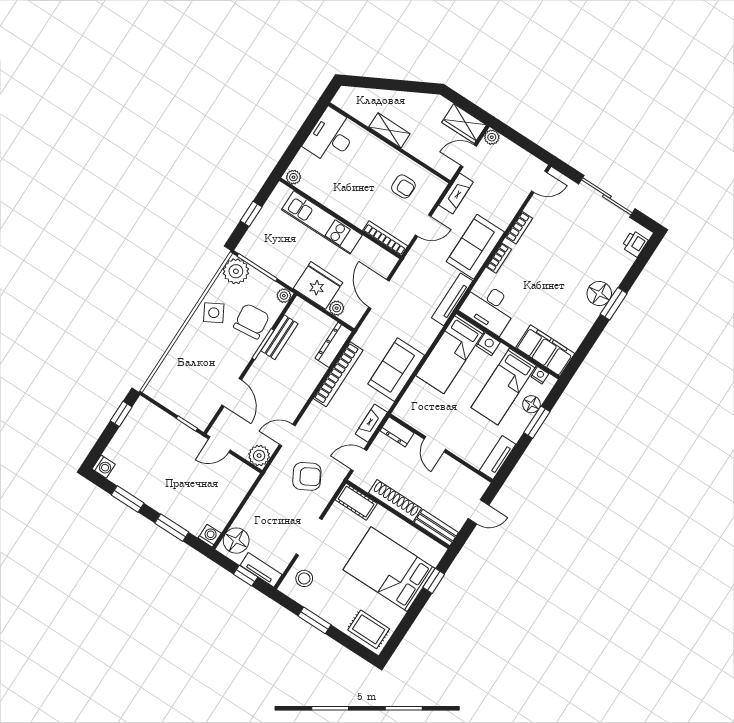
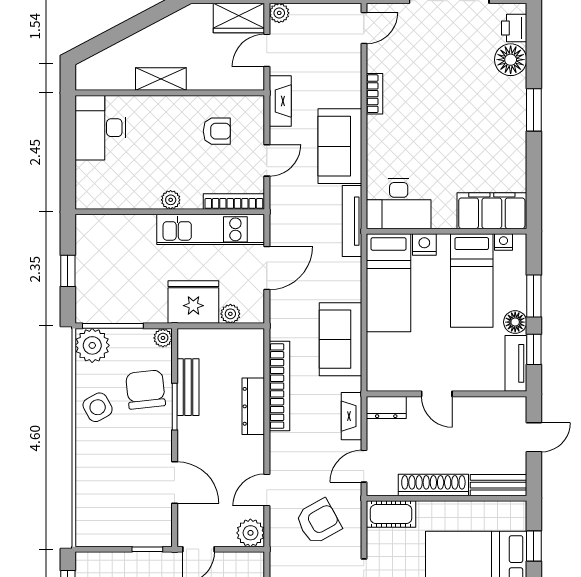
plant: (293, 177) -> (171, 200), moved
kitchen unit: (322, 222) -> (211, 229), moved
bookcase: (499, 258) -> (374, 142), removed
door: (379, 294) -> (267, 268), swing flipped
floor lamp: (599, 294) -> (511, 60), moved
dresser: (334, 345) -> (253, 406), moved
floor lamp: (531, 404) -> (515, 322), moved
window: (515, 456) -> (534, 349), added

